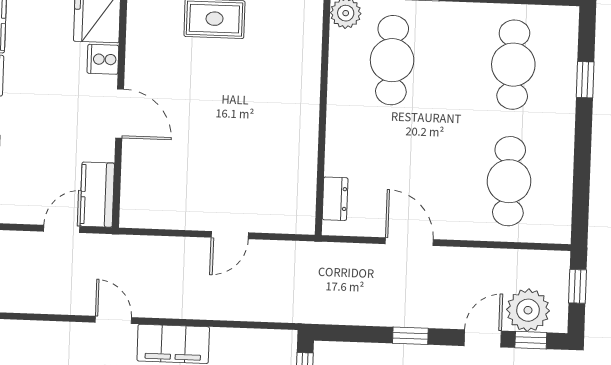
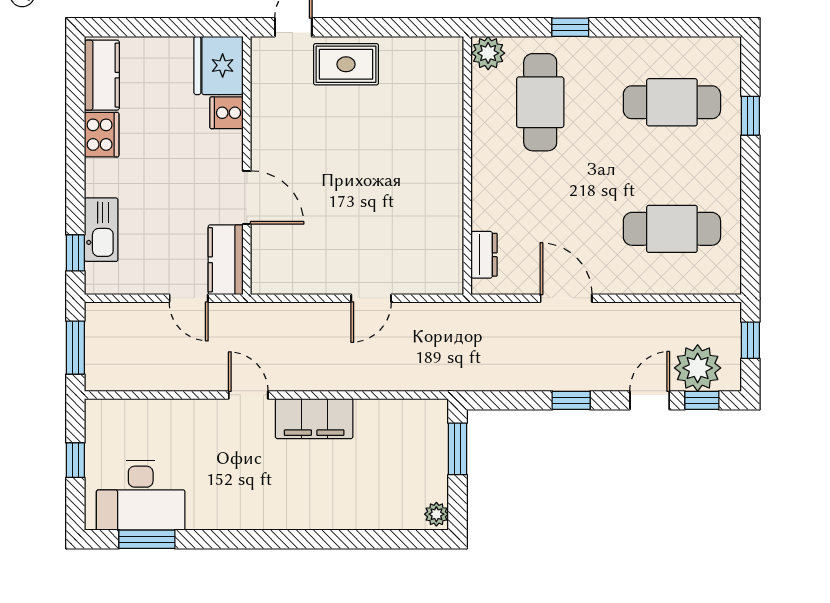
cafe table: (513, 65) -> (672, 102), turned 90
door: (120, 113) -> (247, 197), moved
cafe table: (509, 181) -> (672, 229), turned 90
door: (62, 229) -> (189, 298), swing flipped

